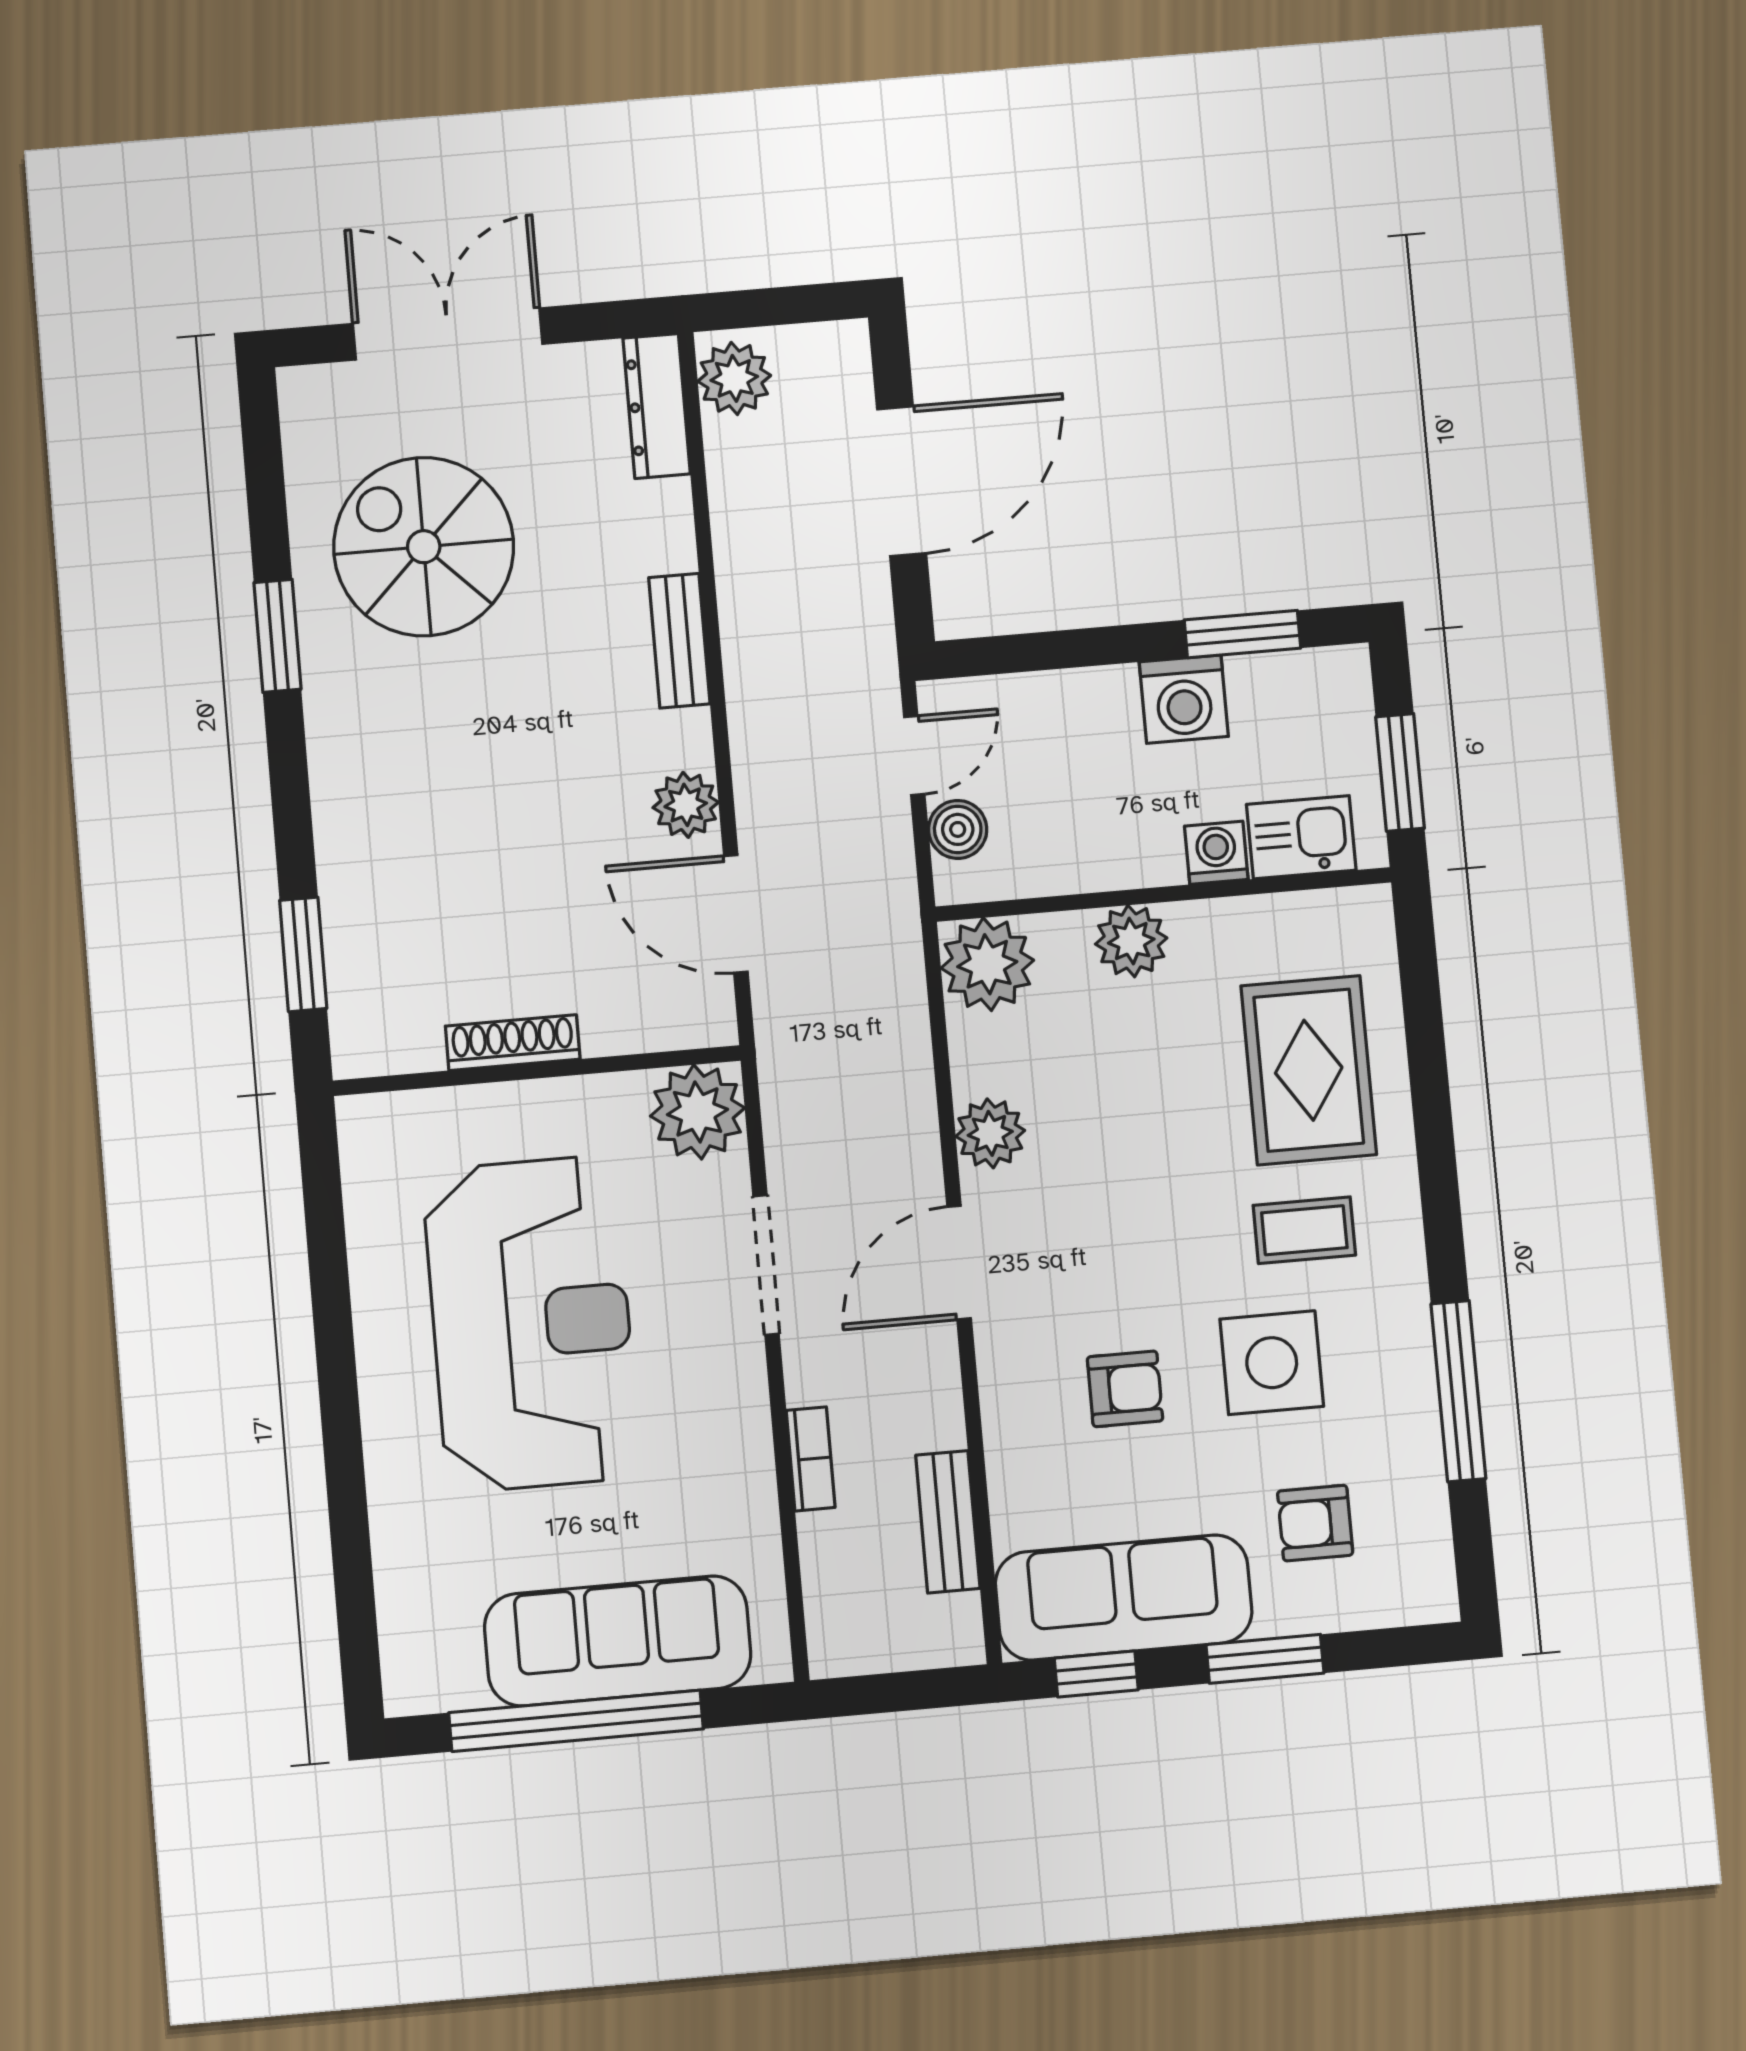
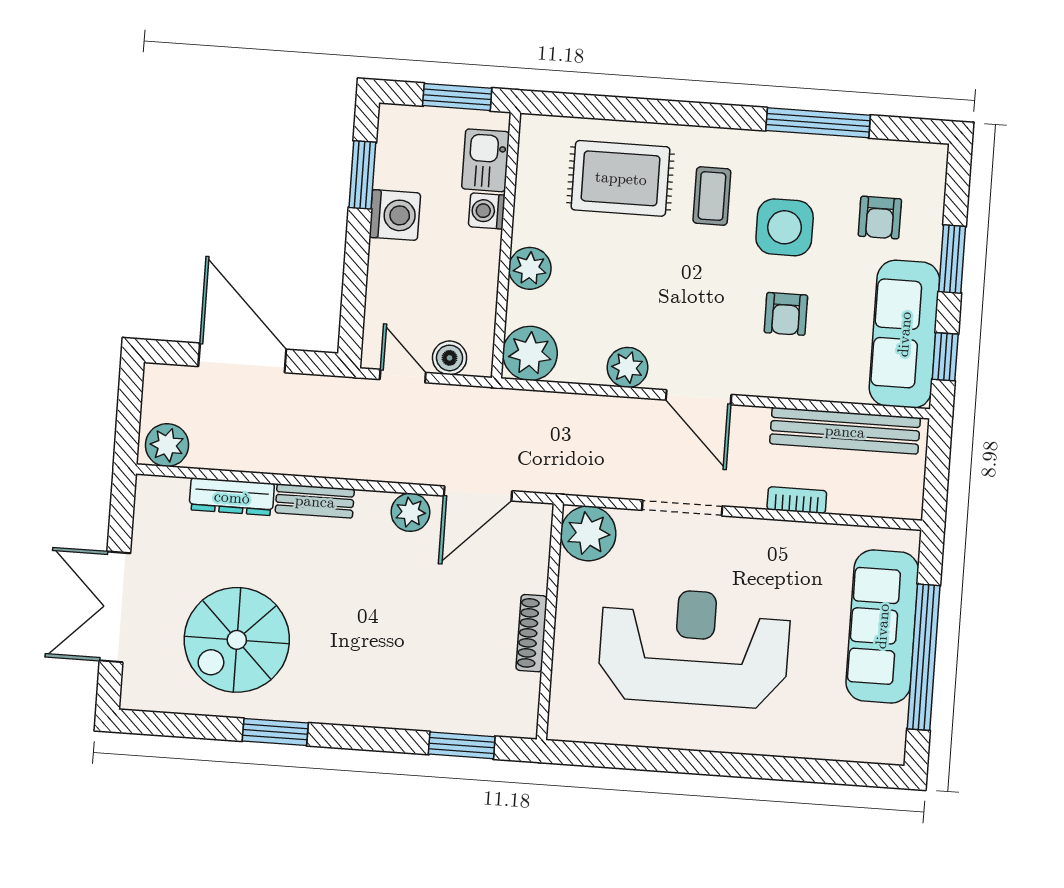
dresser: (657, 406) -> (232, 497), moved
armchair: (1125, 1389) -> (786, 314), turned 180
bench: (948, 1522) -> (845, 431), width x1.86, depth x1.21

